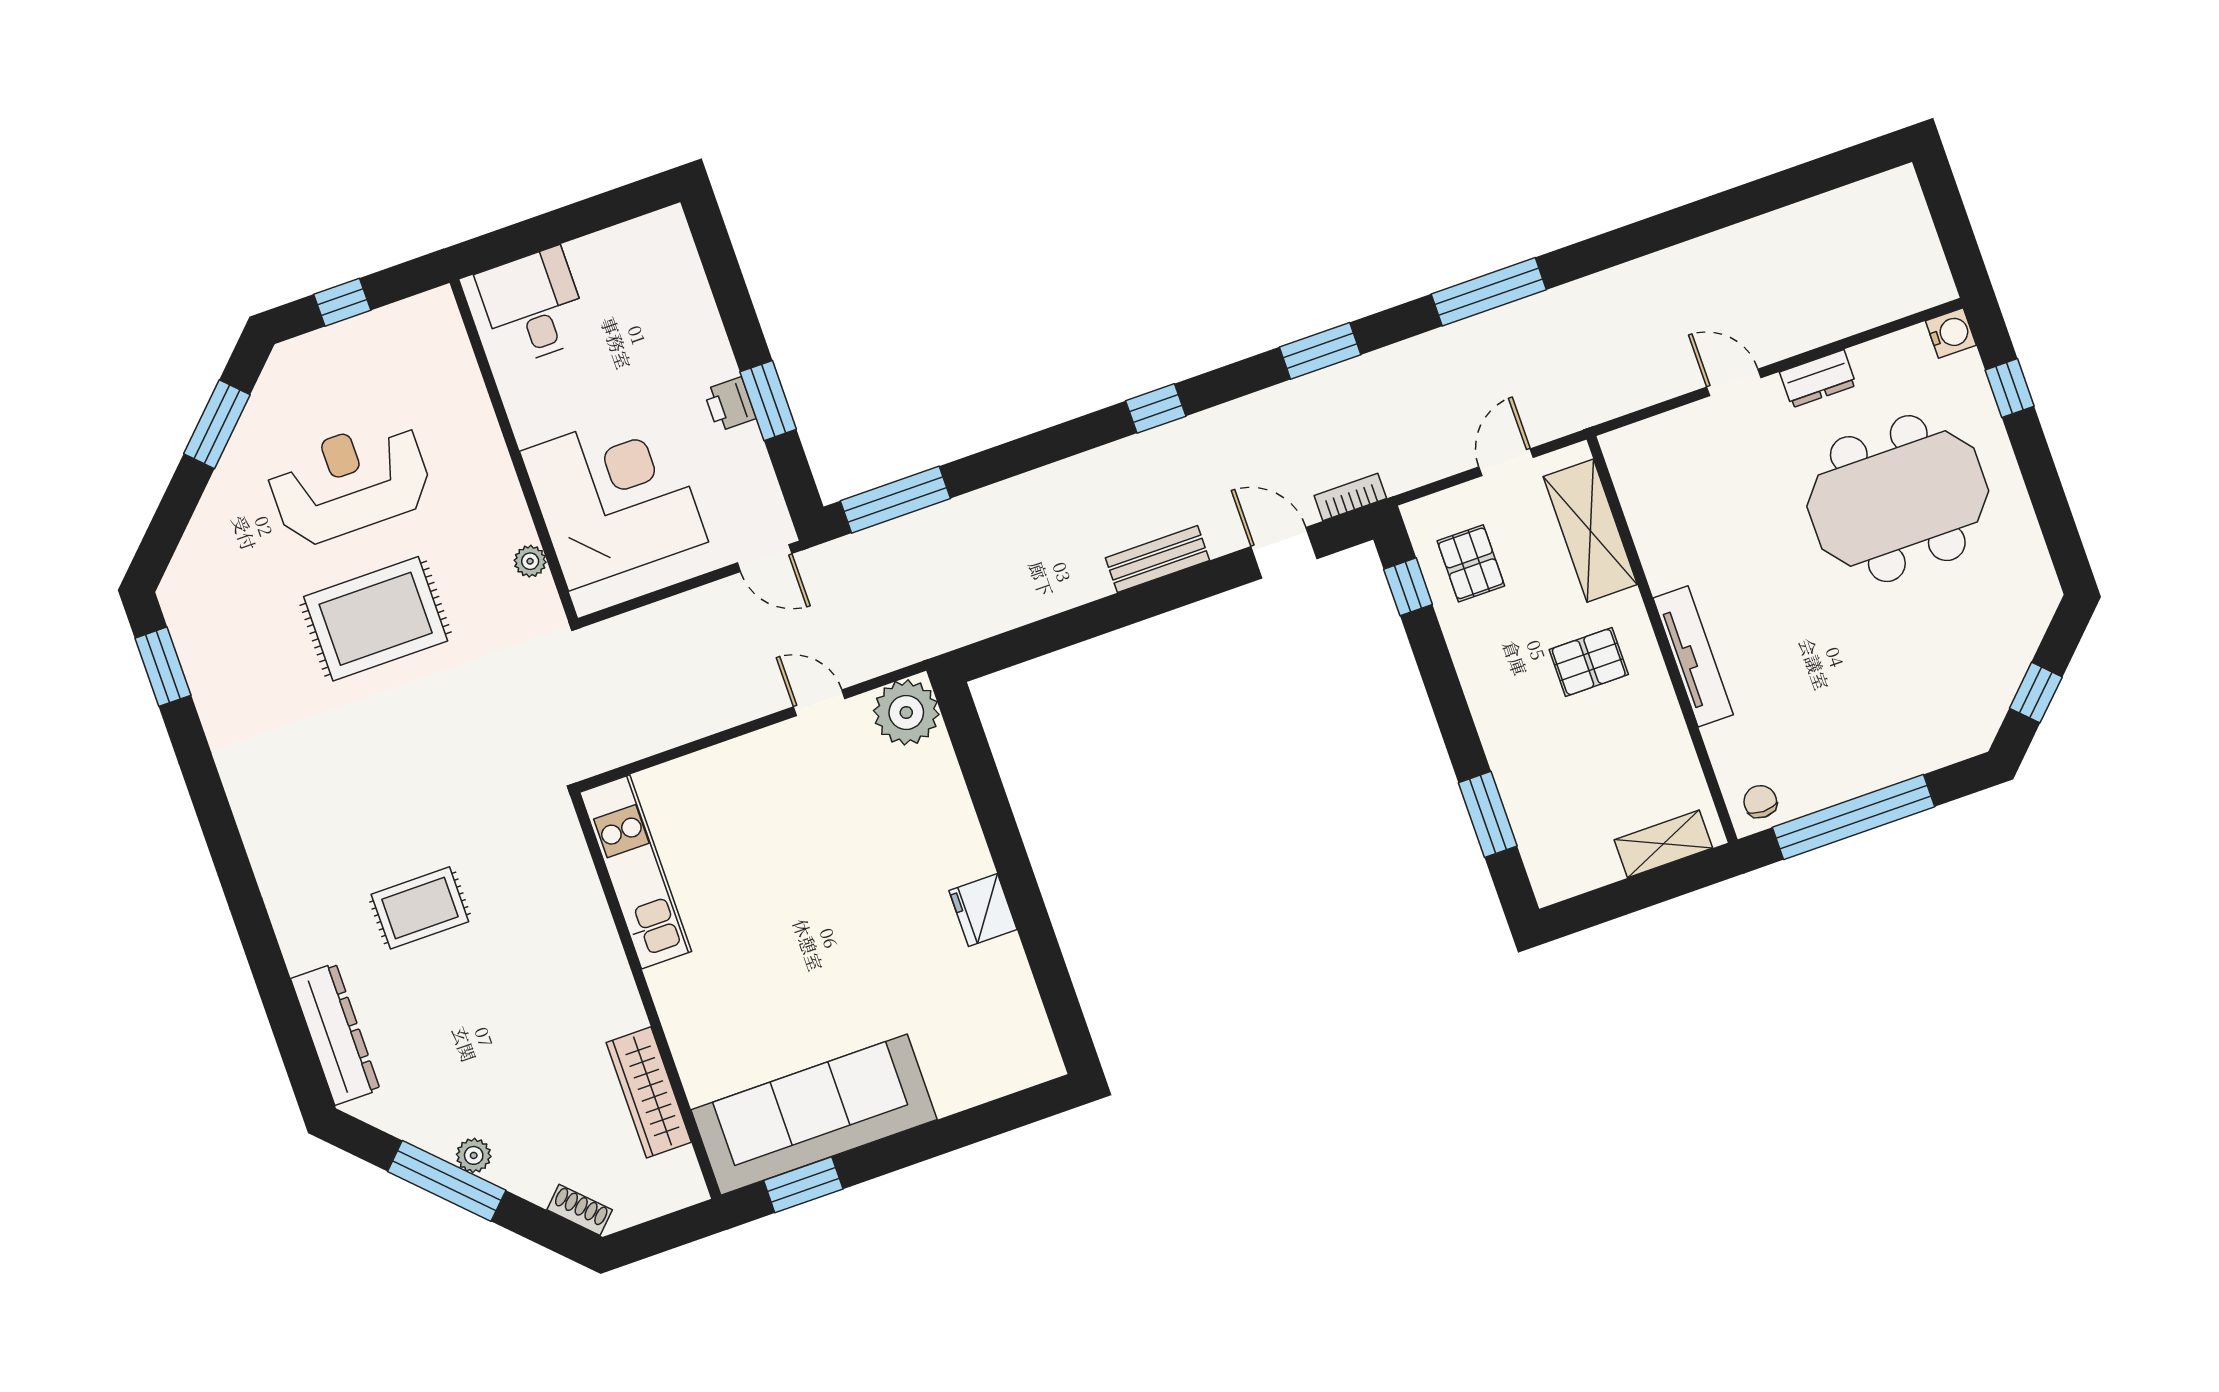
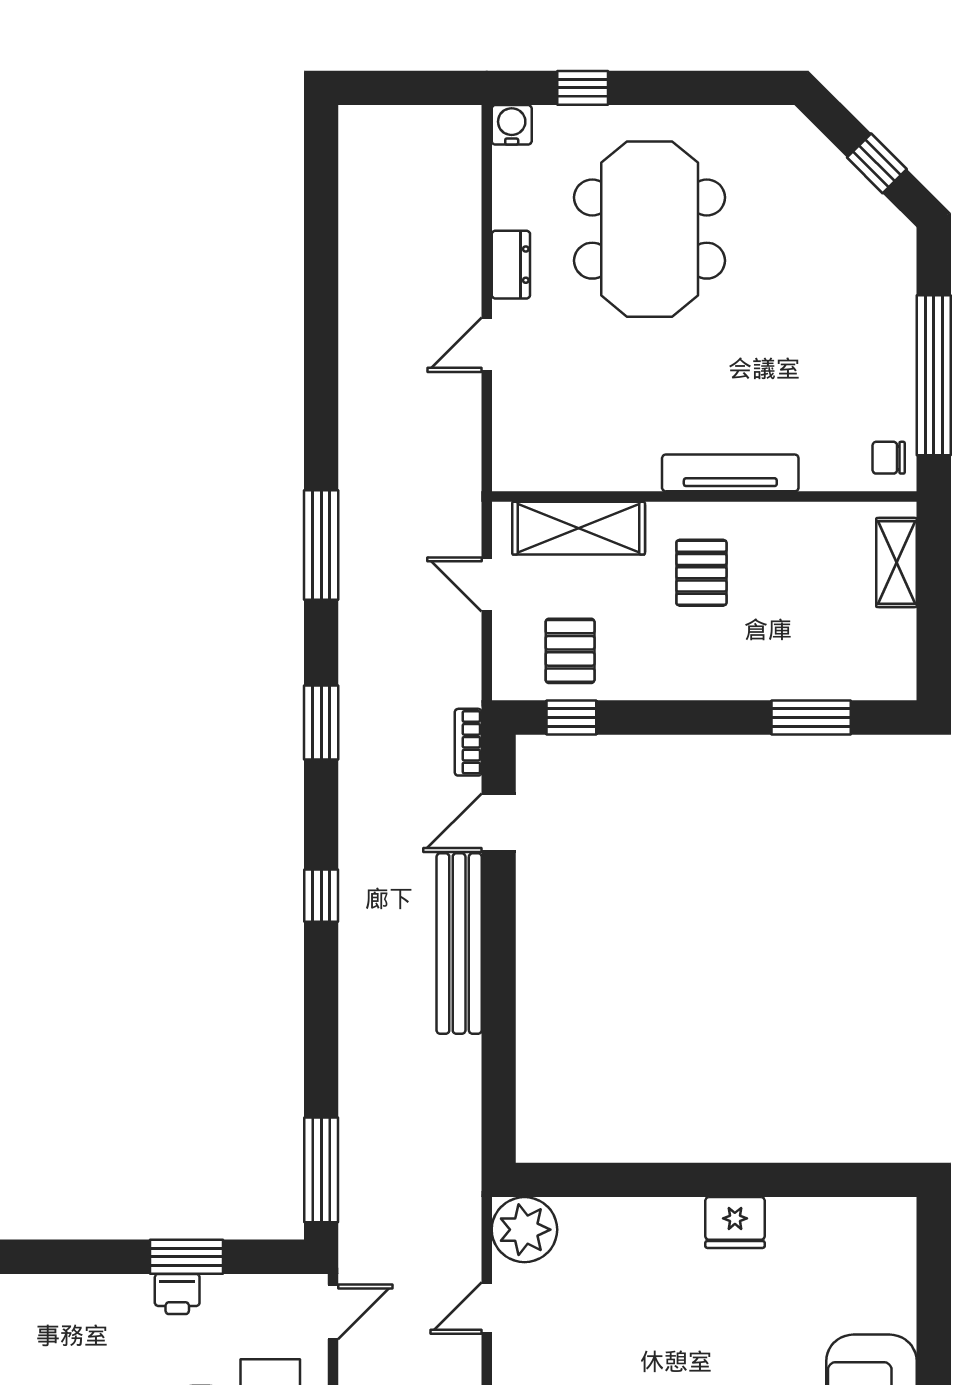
bench: (1157, 559) -> (459, 944), width x1.86, depth x1.21
pallet: (1471, 563) -> (570, 651), turned 90

